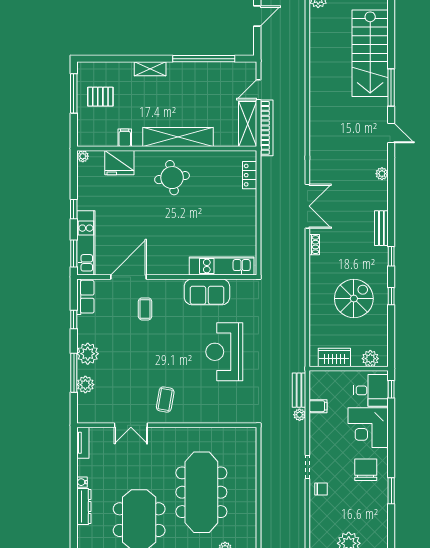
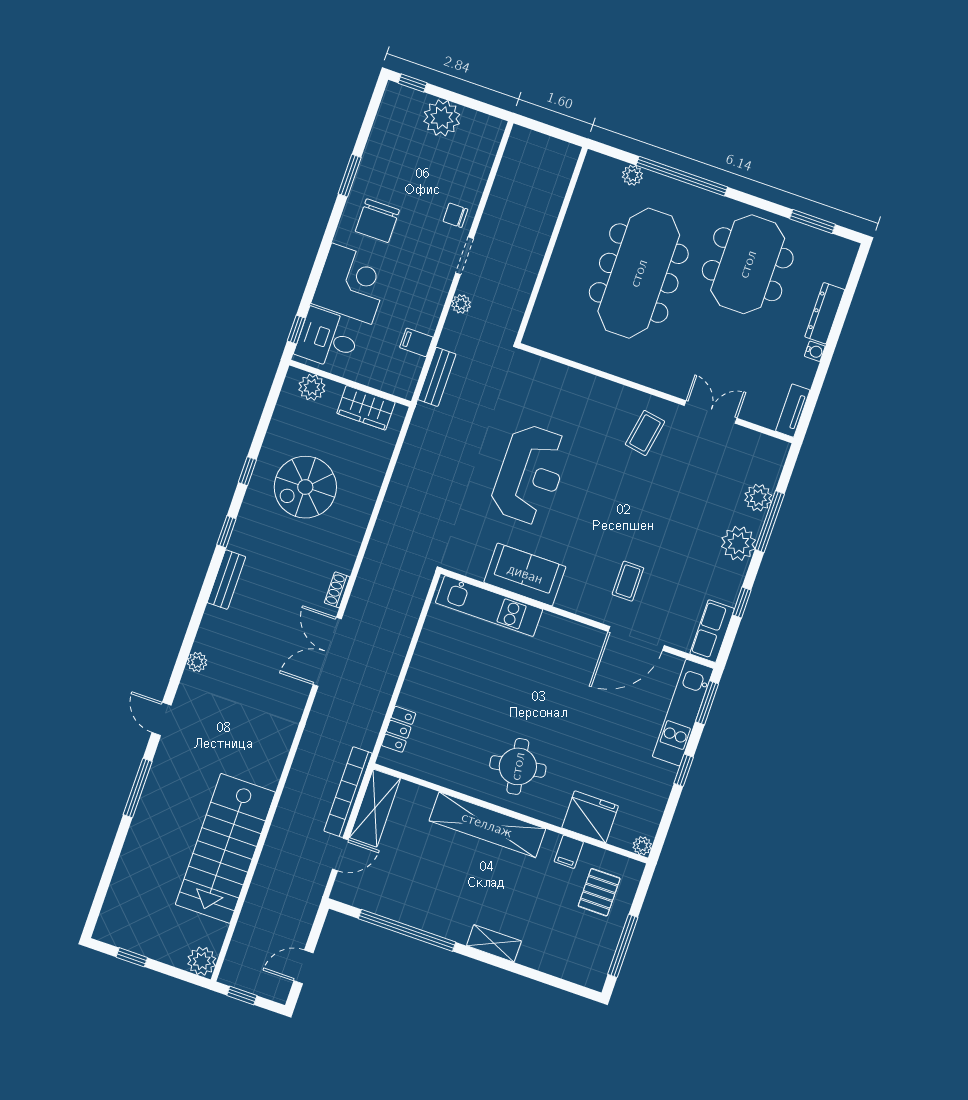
stairs: (370, 53) -> (225, 848), moved, turned 180
pallet: (100, 97) -> (599, 892), moved, turned 90
plant: (300, 415) -> (461, 304), moved

